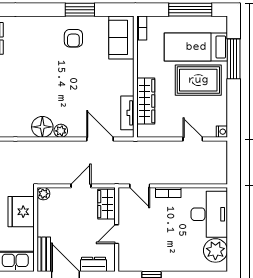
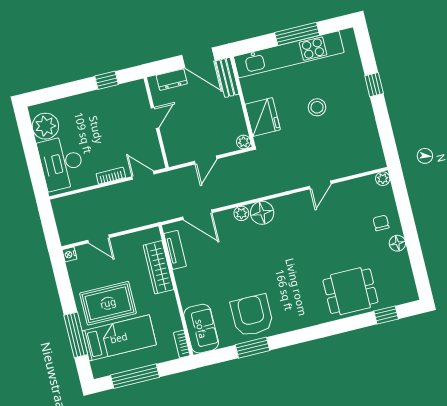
armchair: (73, 38) -> (252, 315), width x1.88, depth x1.88
wardrobe: (106, 204) -> (174, 147), removed

